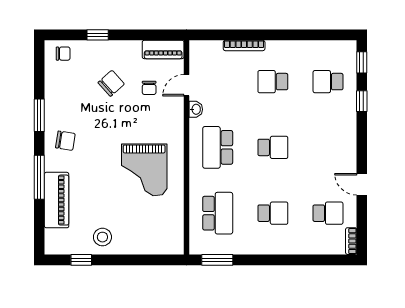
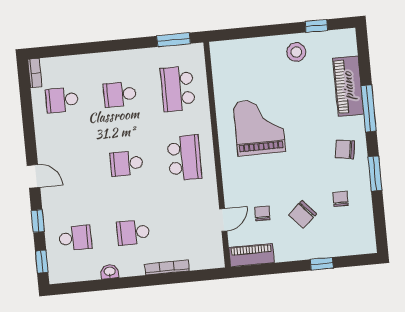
chair: (63, 54) -> (340, 199), moved, turned 90
school desk: (273, 82) -> (133, 232), turned 180
washbasin: (196, 109) -> (110, 272), moved, turned 90
door: (362, 184) -> (33, 176), moved

